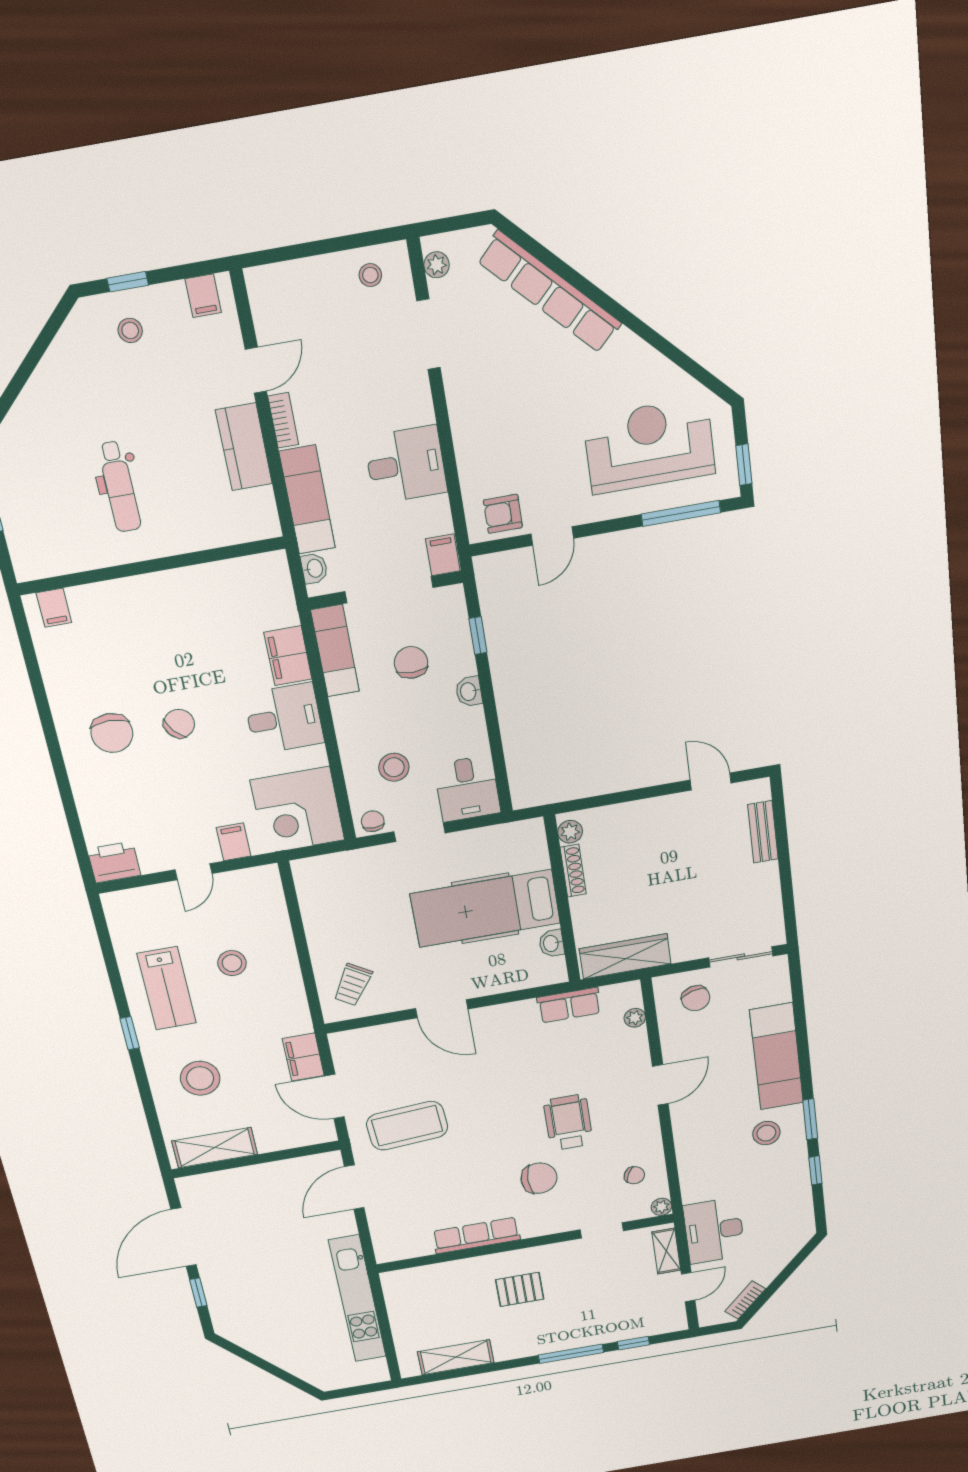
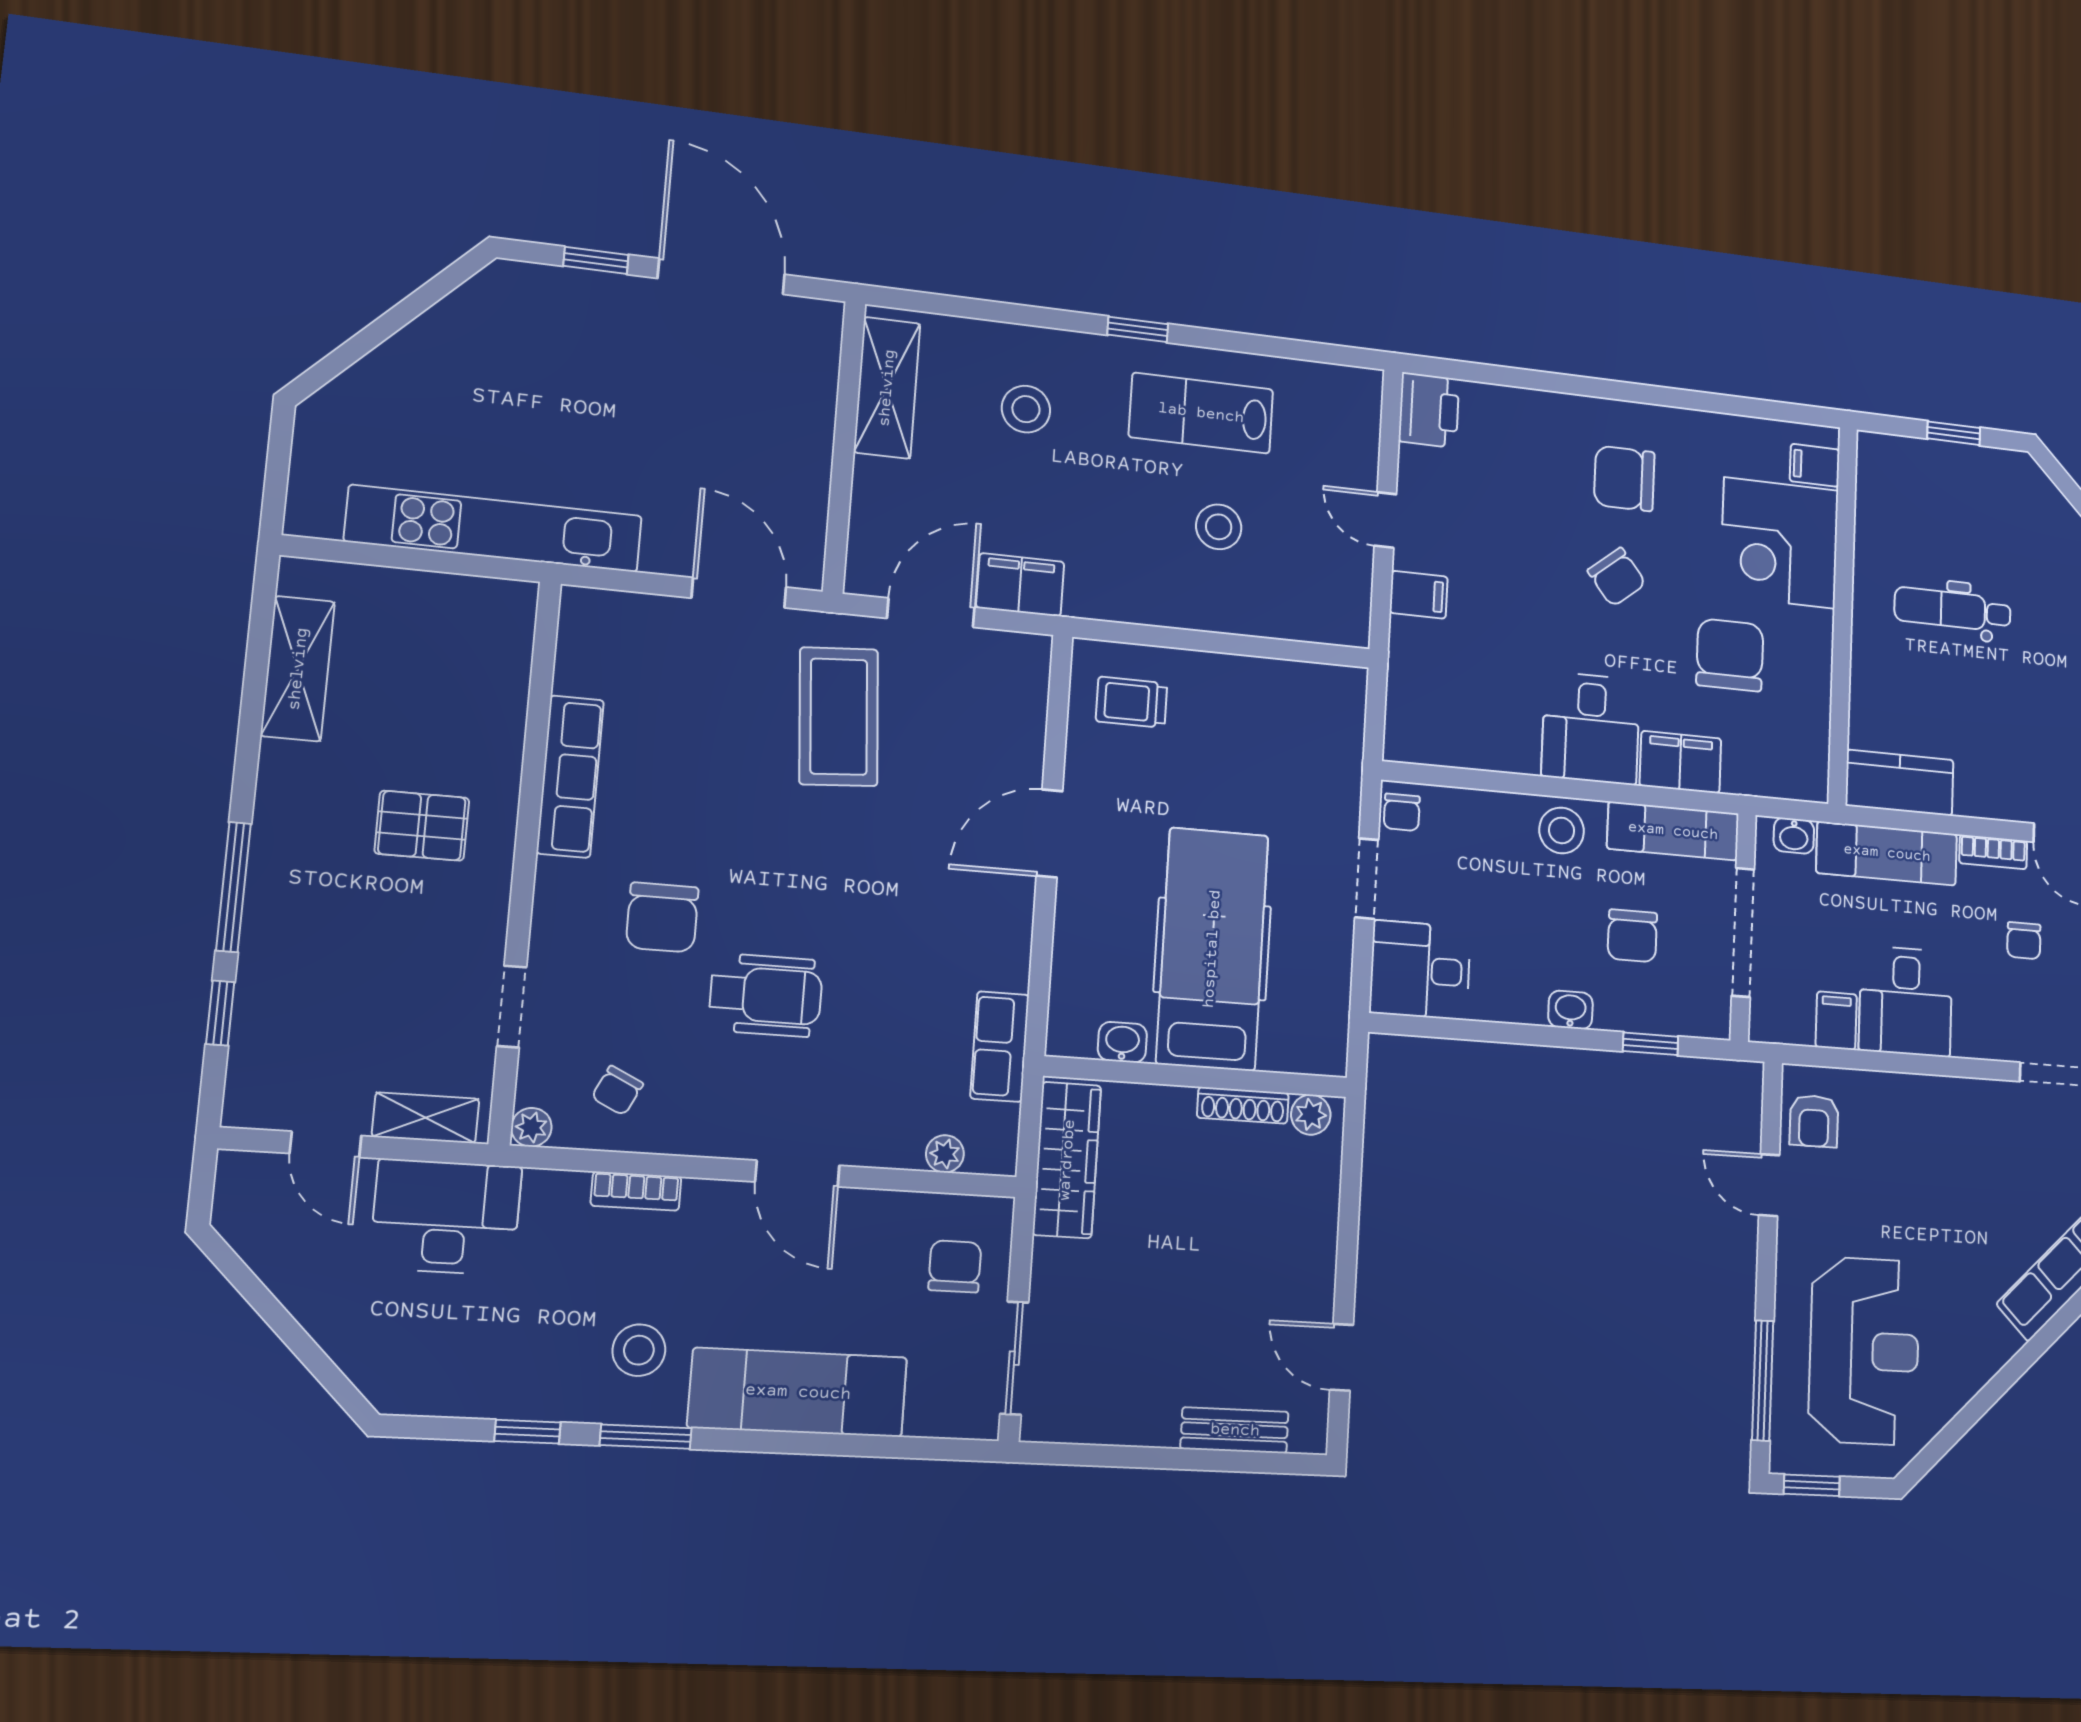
chair: (340, 384) -> (2024, 941), added
kitchen counter: (244, 447) -> (1900, 783), moved
armchair: (503, 514) -> (1814, 1121), turned 180
filing cabinet: (443, 555) -> (1836, 1021), moved, turned -90
chair: (205, 638) -> (1730, 655), added
chair: (411, 662) -> (1632, 936), turned 90
stool: (394, 767) -> (1562, 830), moved
door: (711, 781) -> (1342, 1357), swing flipped
corner desk: (297, 810) -> (1779, 543), moved, turned -90
chair: (373, 821) -> (1402, 812), turned 90
trolley: (353, 985) -> (1132, 702), turned -32
chair: (696, 998) -> (955, 1266), turned 106
stool: (200, 1078) -> (1026, 409), width x0.73, depth x0.73
pallet: (520, 1289) -> (422, 826), turned 90
bookcase: (745, 1300) -> (636, 1191), moved, turned 135

